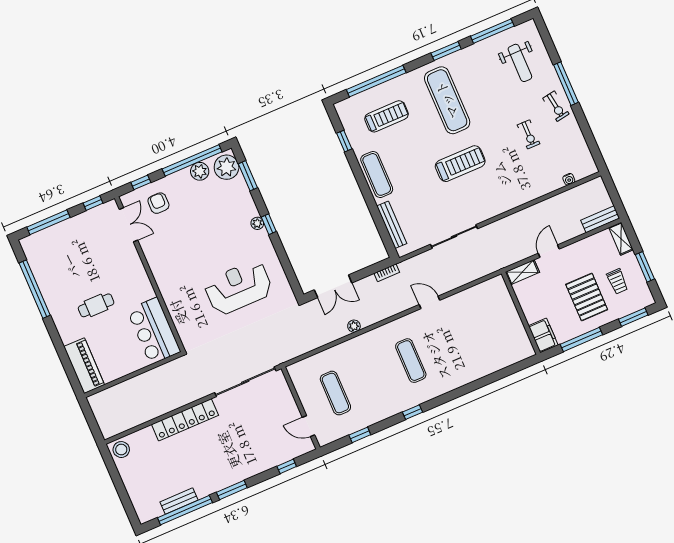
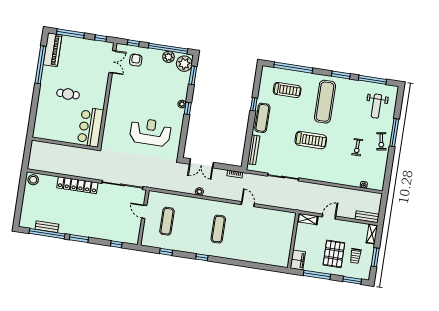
window: (344, 141) -> (254, 104), moved
piano: (84, 366) -> (53, 50), moved
door: (309, 426) -> (144, 212), moved

